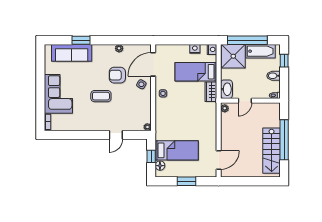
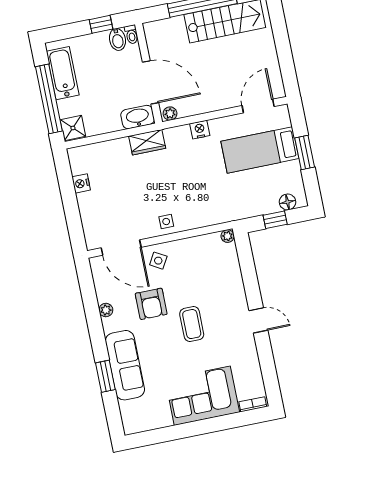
nightstand: (212, 49) -> (200, 130), moved
sofa: (72, 53) -> (125, 365), moved
shower: (233, 56) -> (73, 128), width x0.54, depth x0.54
window: (284, 61) -> (101, 24), moved
bed: (196, 72) -> (119, 174), removed
bidet: (274, 76) -> (117, 39), moved
door: (245, 101) -> (150, 82), width x1.88
door: (116, 135) -> (258, 320), moved
bed: (177, 150) -> (260, 150), moved, turned -90
door: (219, 160) -> (258, 106), hinge flipped

